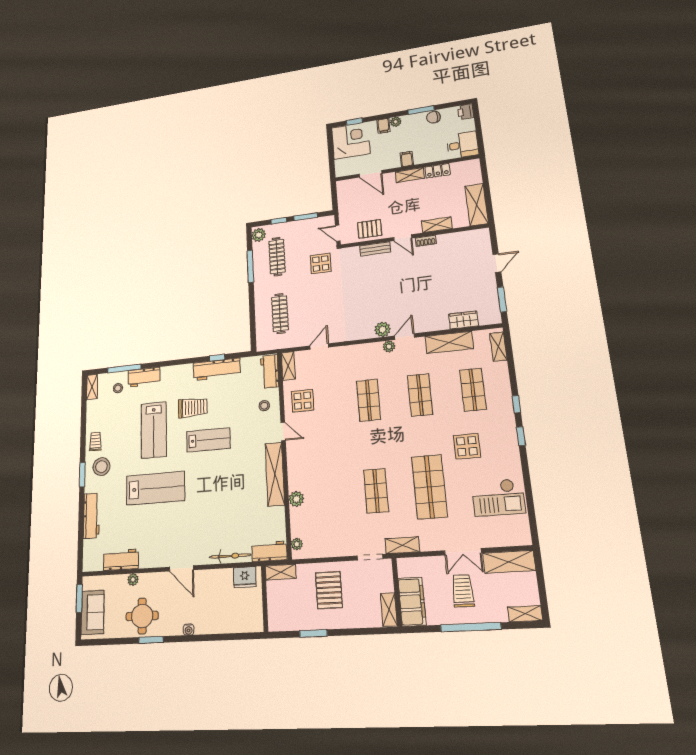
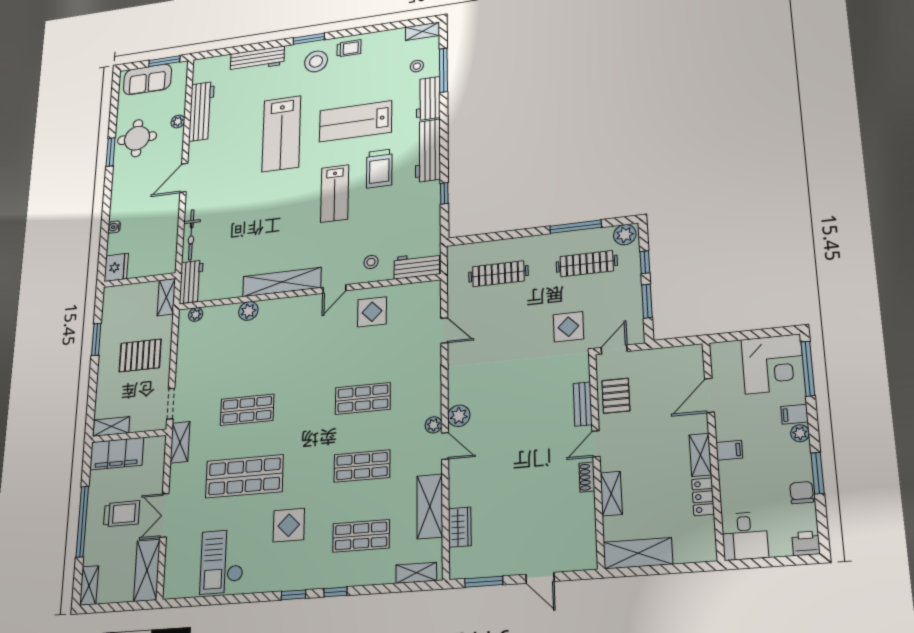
window: (354, 122) -> (808, 369), width x2.17
shelving: (288, 366) -> (422, 290), removed
workbench: (217, 369) -> (428, 151), moved
workbench: (121, 560) -> (201, 111), width x1.38
fridge: (245, 577) -> (116, 267), moved, turned 180
water cooler: (189, 630) -> (114, 227), moved

